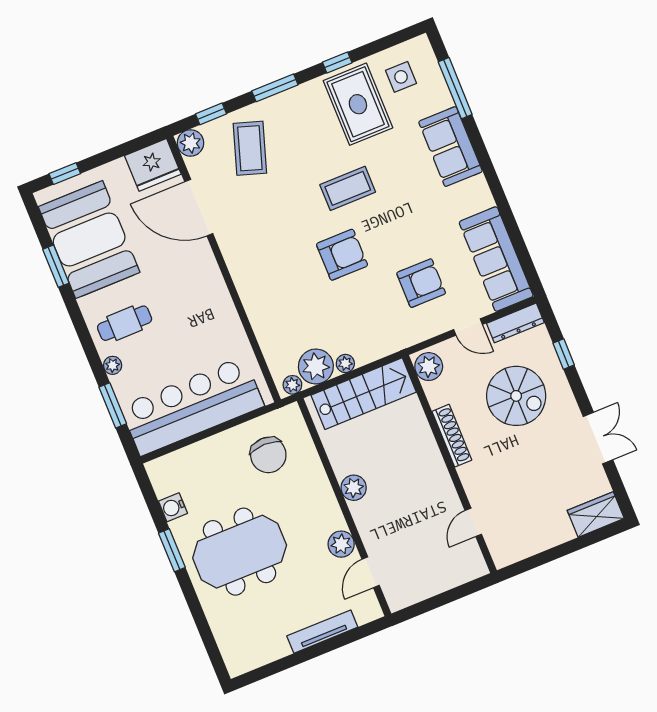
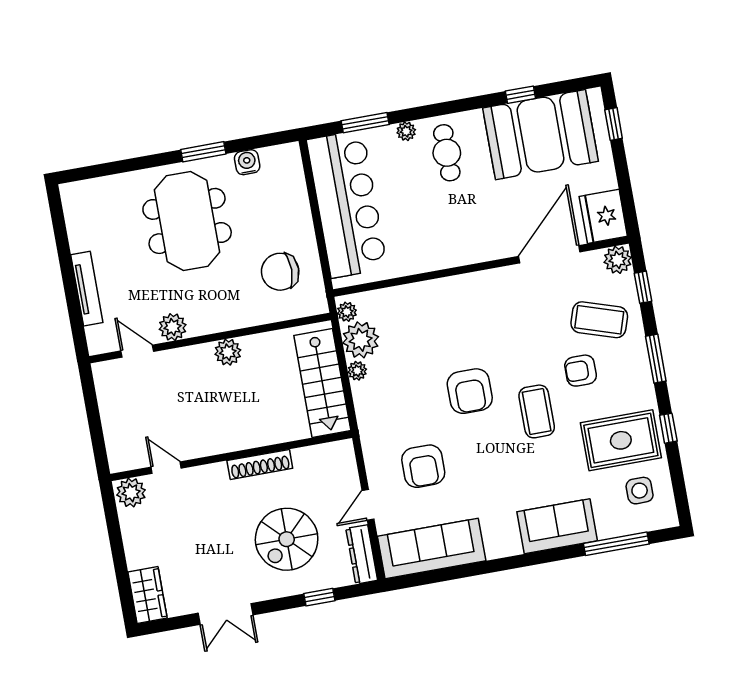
armchair: (301, 156) -> (581, 371), added
window: (56, 266) -> (520, 95), width x0.67
plant: (429, 367) -> (131, 493), moved

